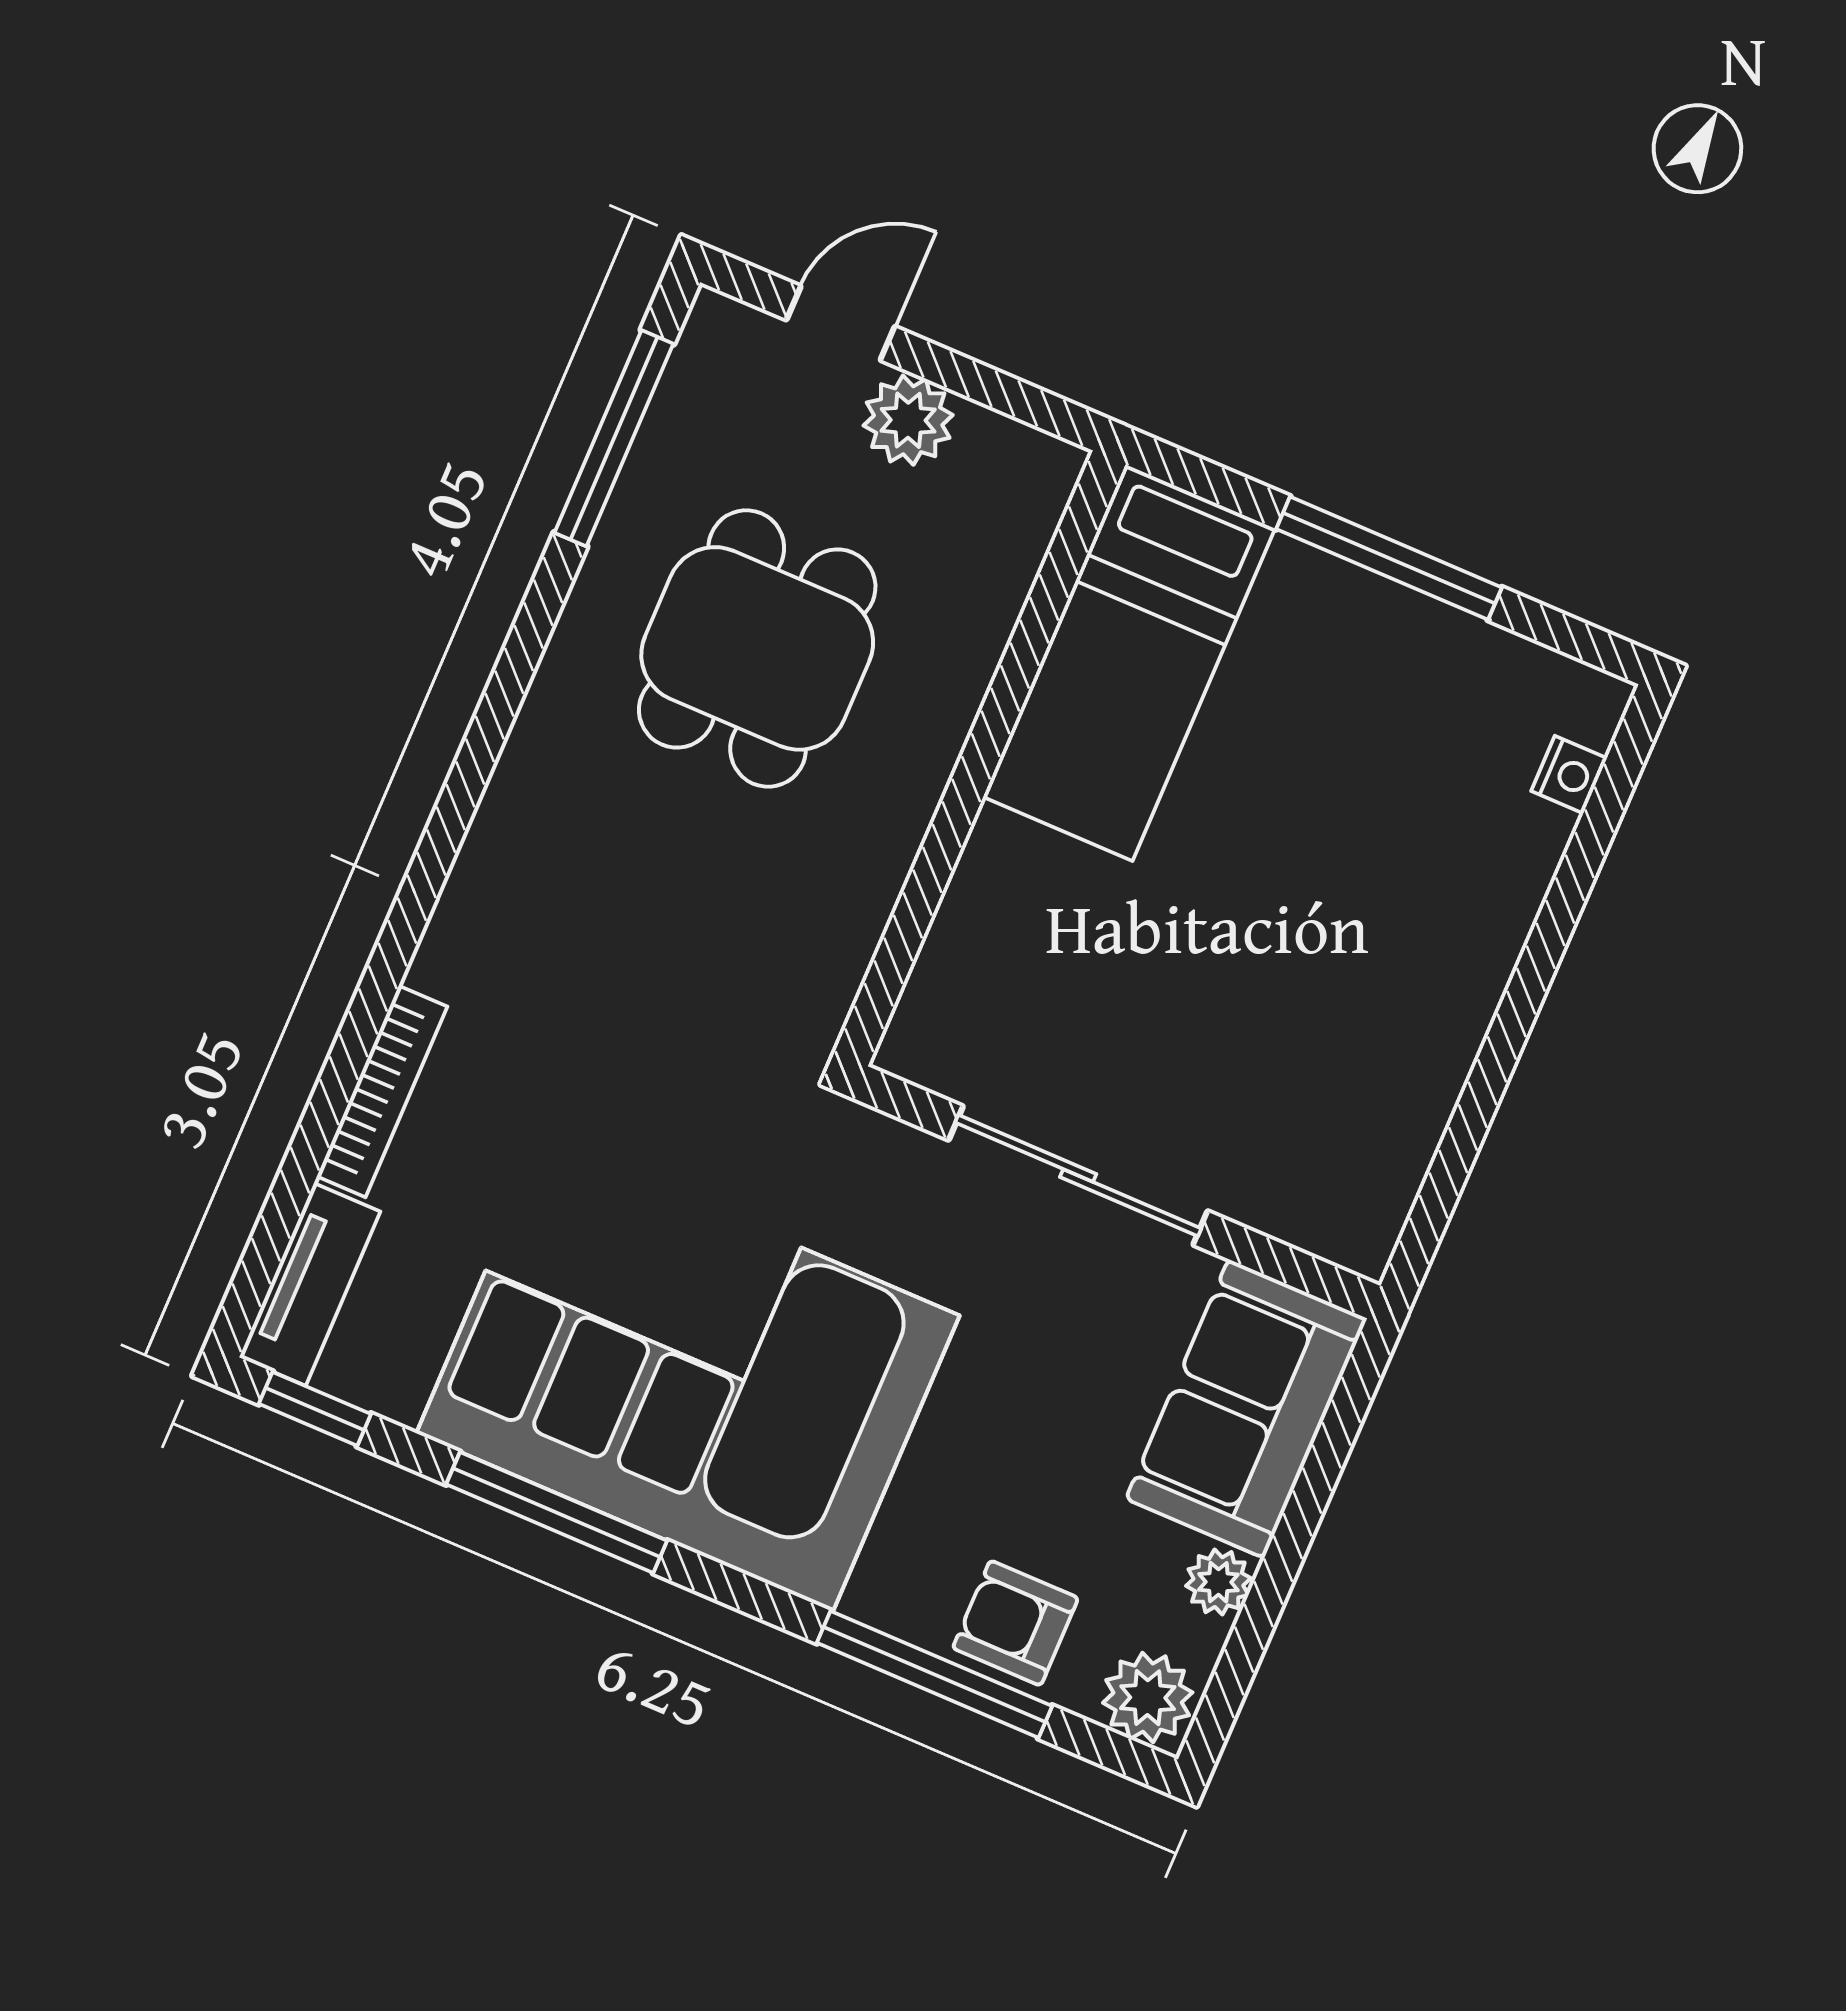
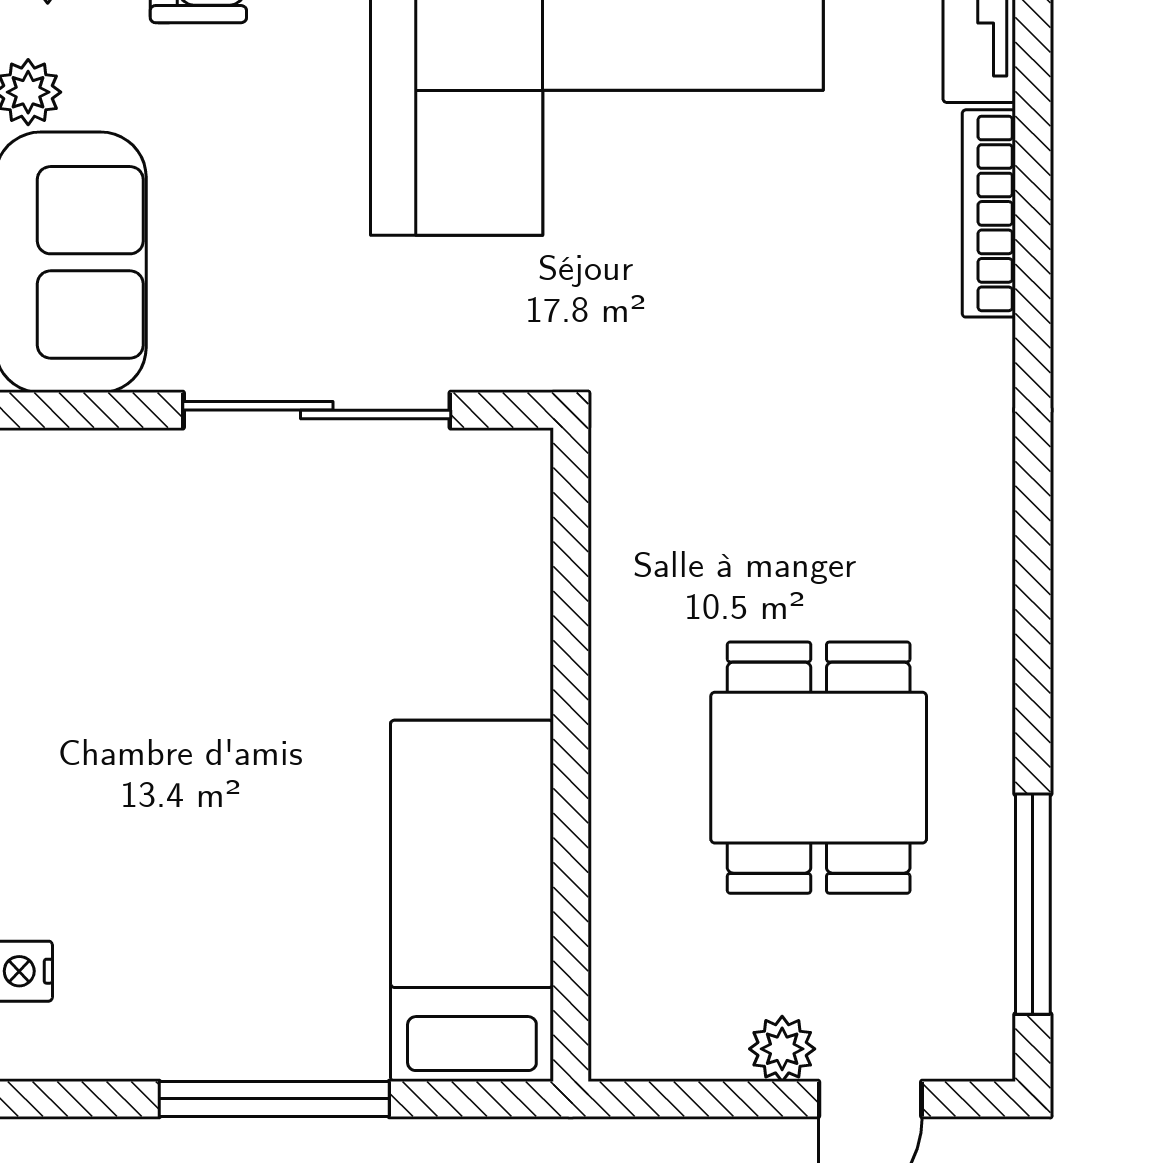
plant: (908, 420) -> (782, 1049), width x0.73, depth x0.73

